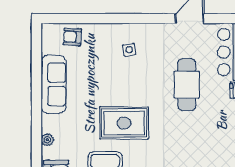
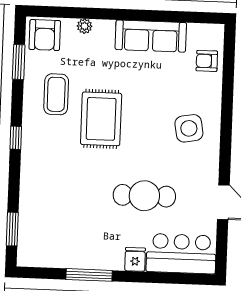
armchair: (72, 37) -> (207, 61), turned -94
side table: (129, 50) -> (189, 128), width x1.87, depth x1.87

